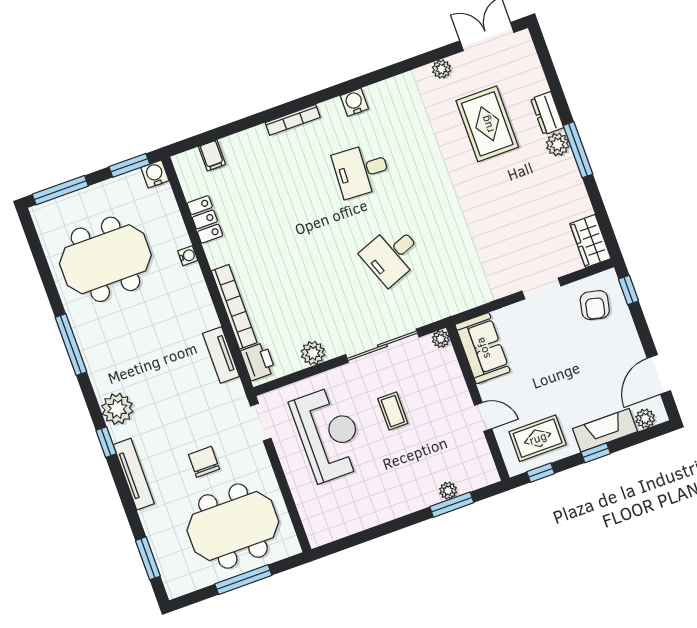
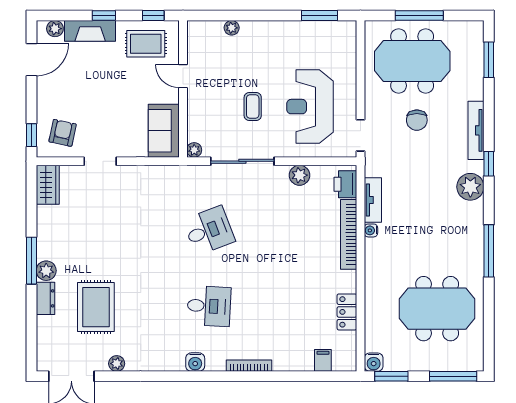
water cooler: (188, 256) -> (371, 230), moved
window: (452, 505) -> (319, 16), moved

